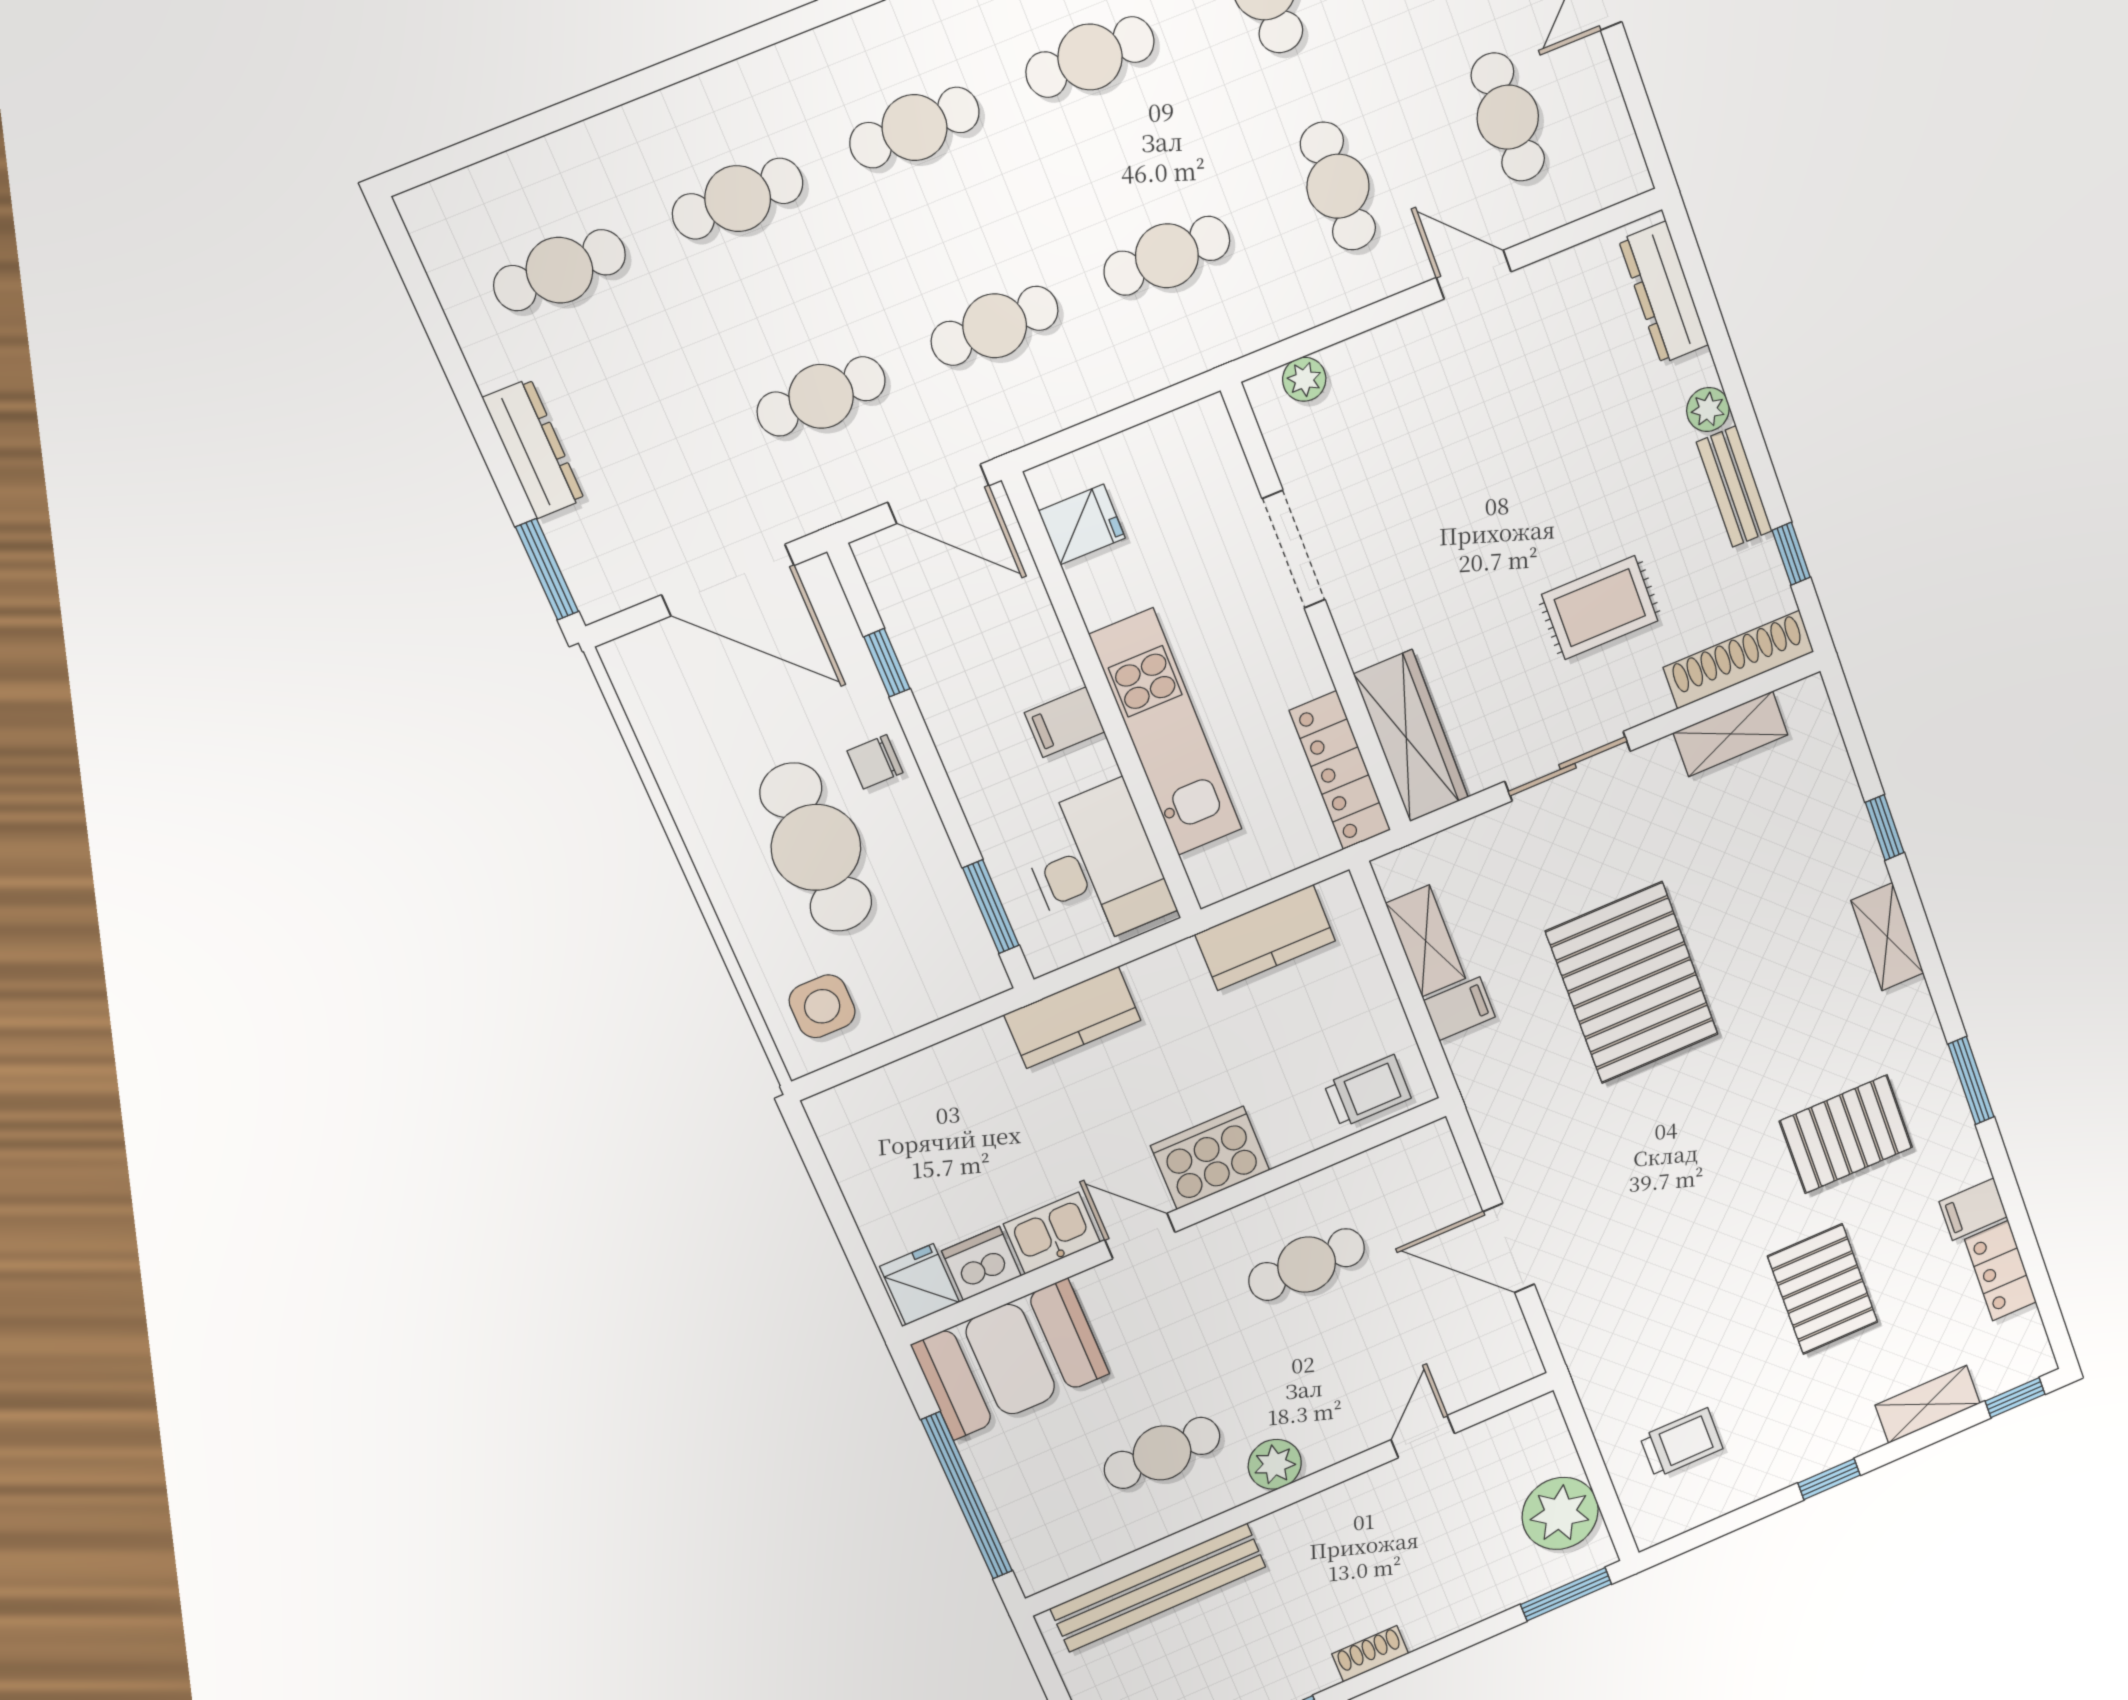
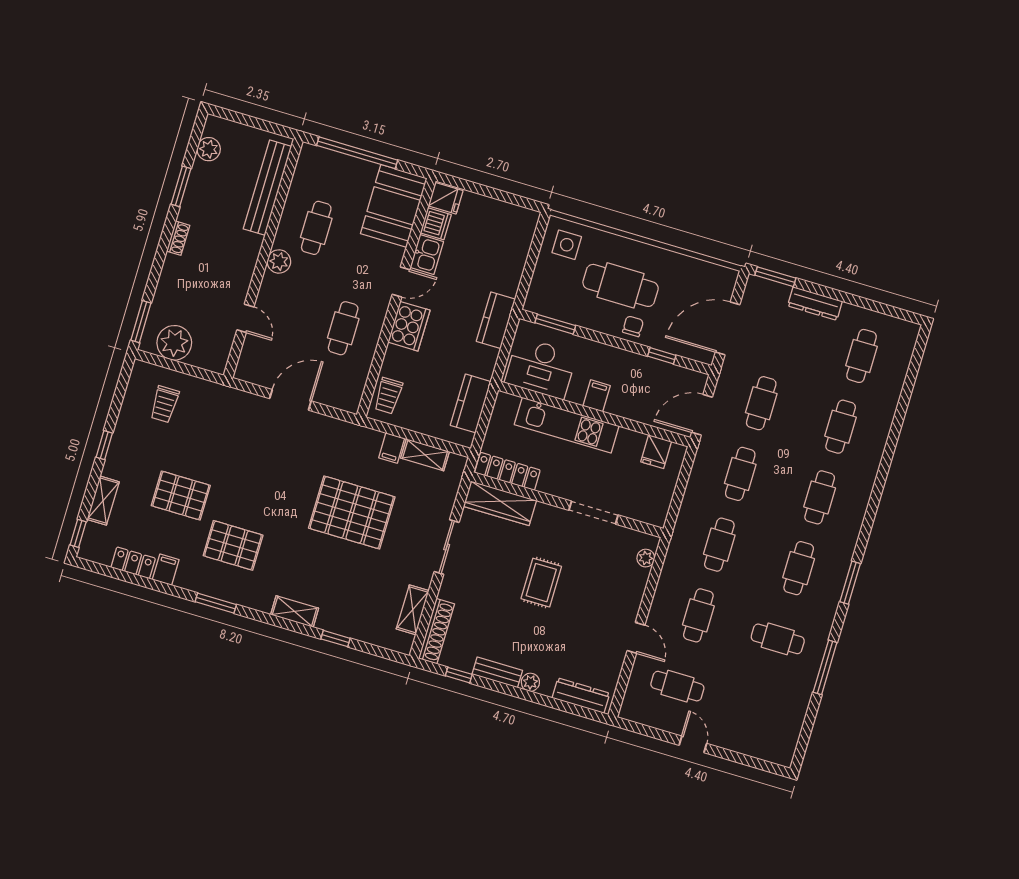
cafe table: (1338, 186) -> (698, 615), turned 90
door: (1474, 275) -> (636, 638), hinge flipped
rug: (1600, 608) -> (541, 583), moved
pallet: (1846, 1134) -> (233, 545), turned 90

